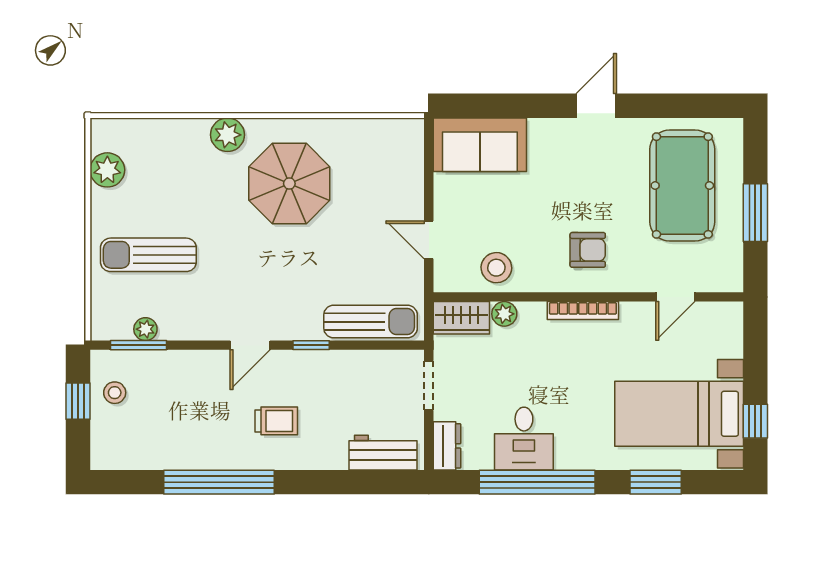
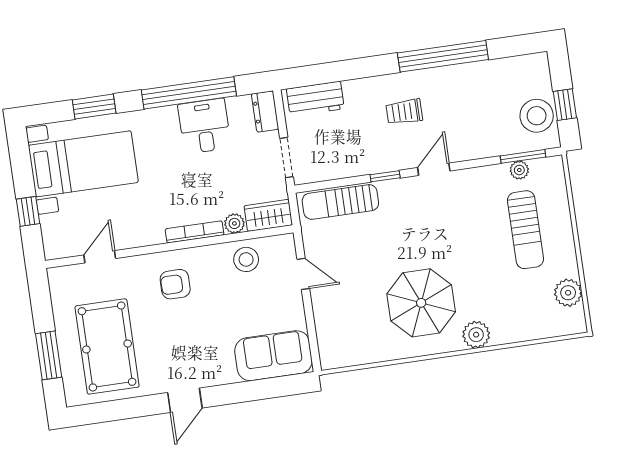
window: (755, 213) -> (49, 355), moved
sun lounger: (148, 255) -> (526, 230), turned 90
bookcase: (583, 311) -> (195, 232), moved
stool: (115, 393) -> (537, 116), width x1.89, depth x1.89
window: (755, 421) -> (28, 211), moved

